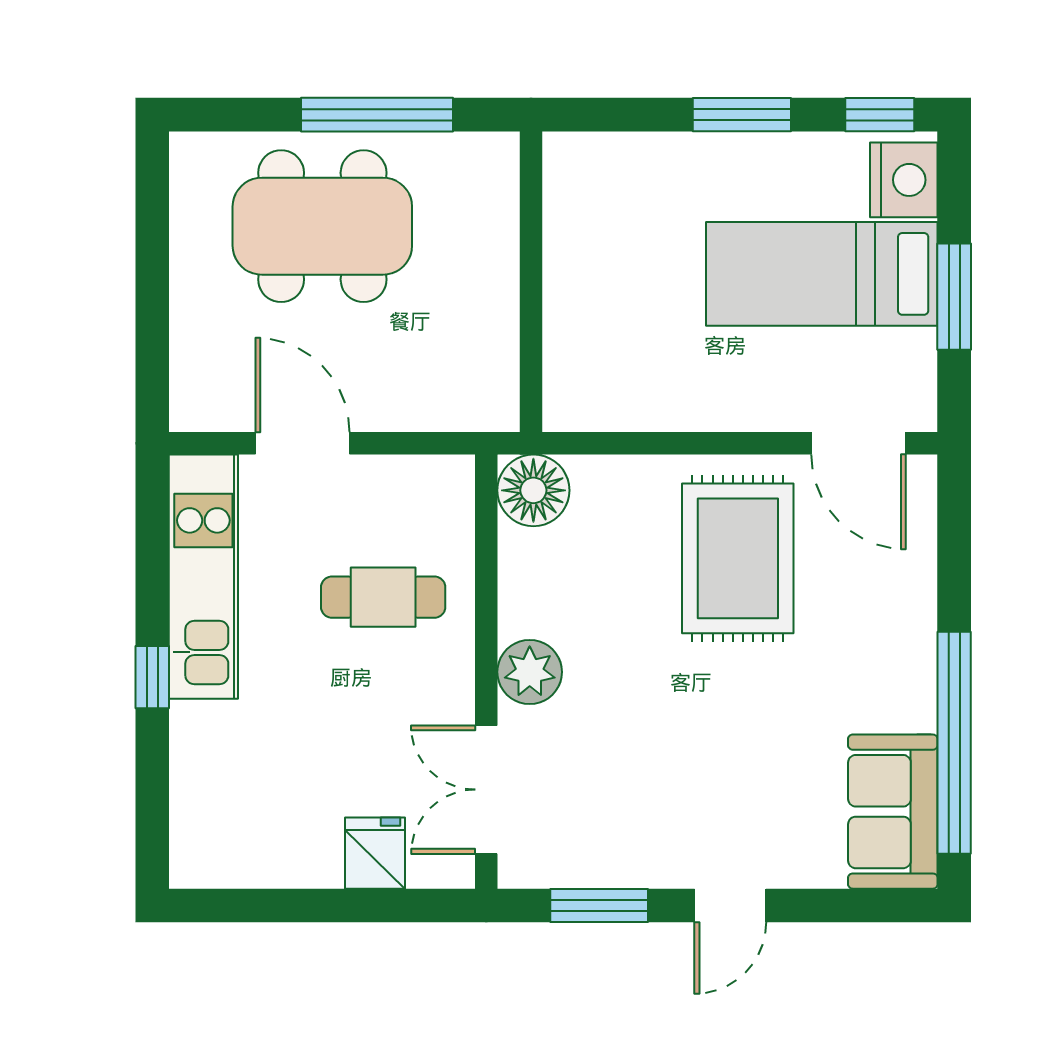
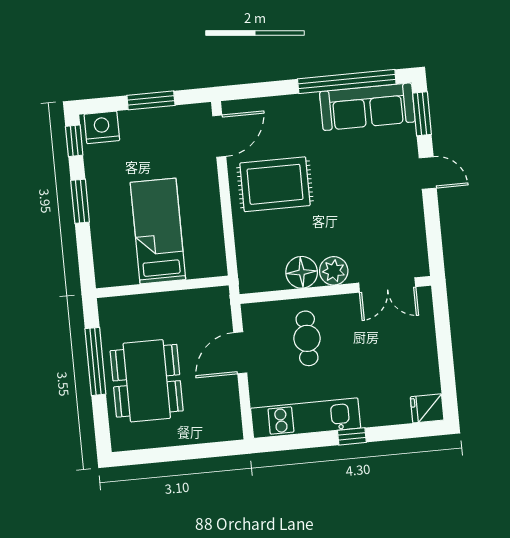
bed: (822, 274) -> (158, 231), moved, turned 180
door: (303, 443) -> (240, 353), moved
floor lamp: (533, 490) -> (302, 272), moved
sofa: (893, 812) -> (367, 107), width x1.36
fridge: (375, 853) -> (427, 408), moved
window: (599, 905) -> (422, 114), moved

